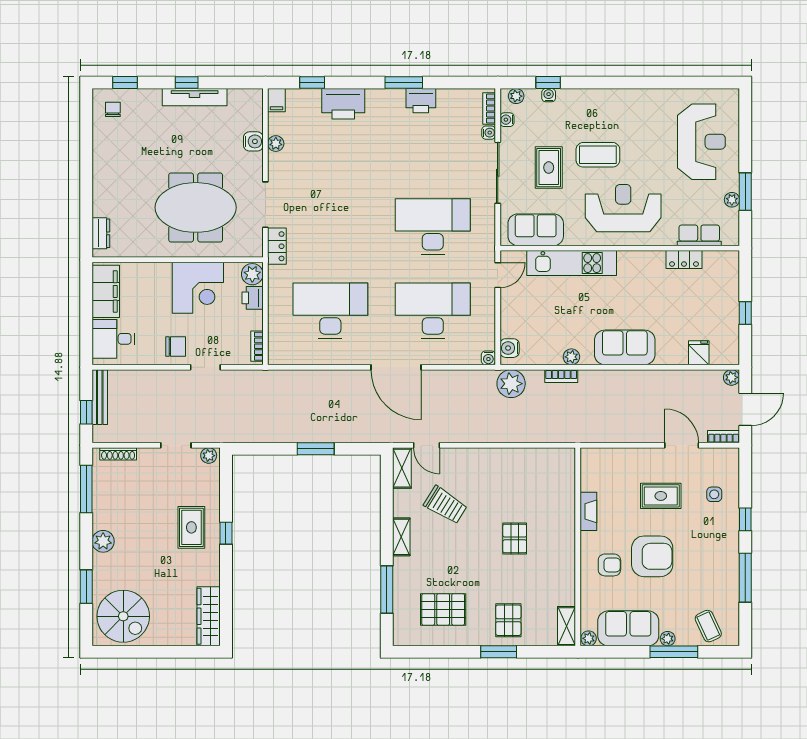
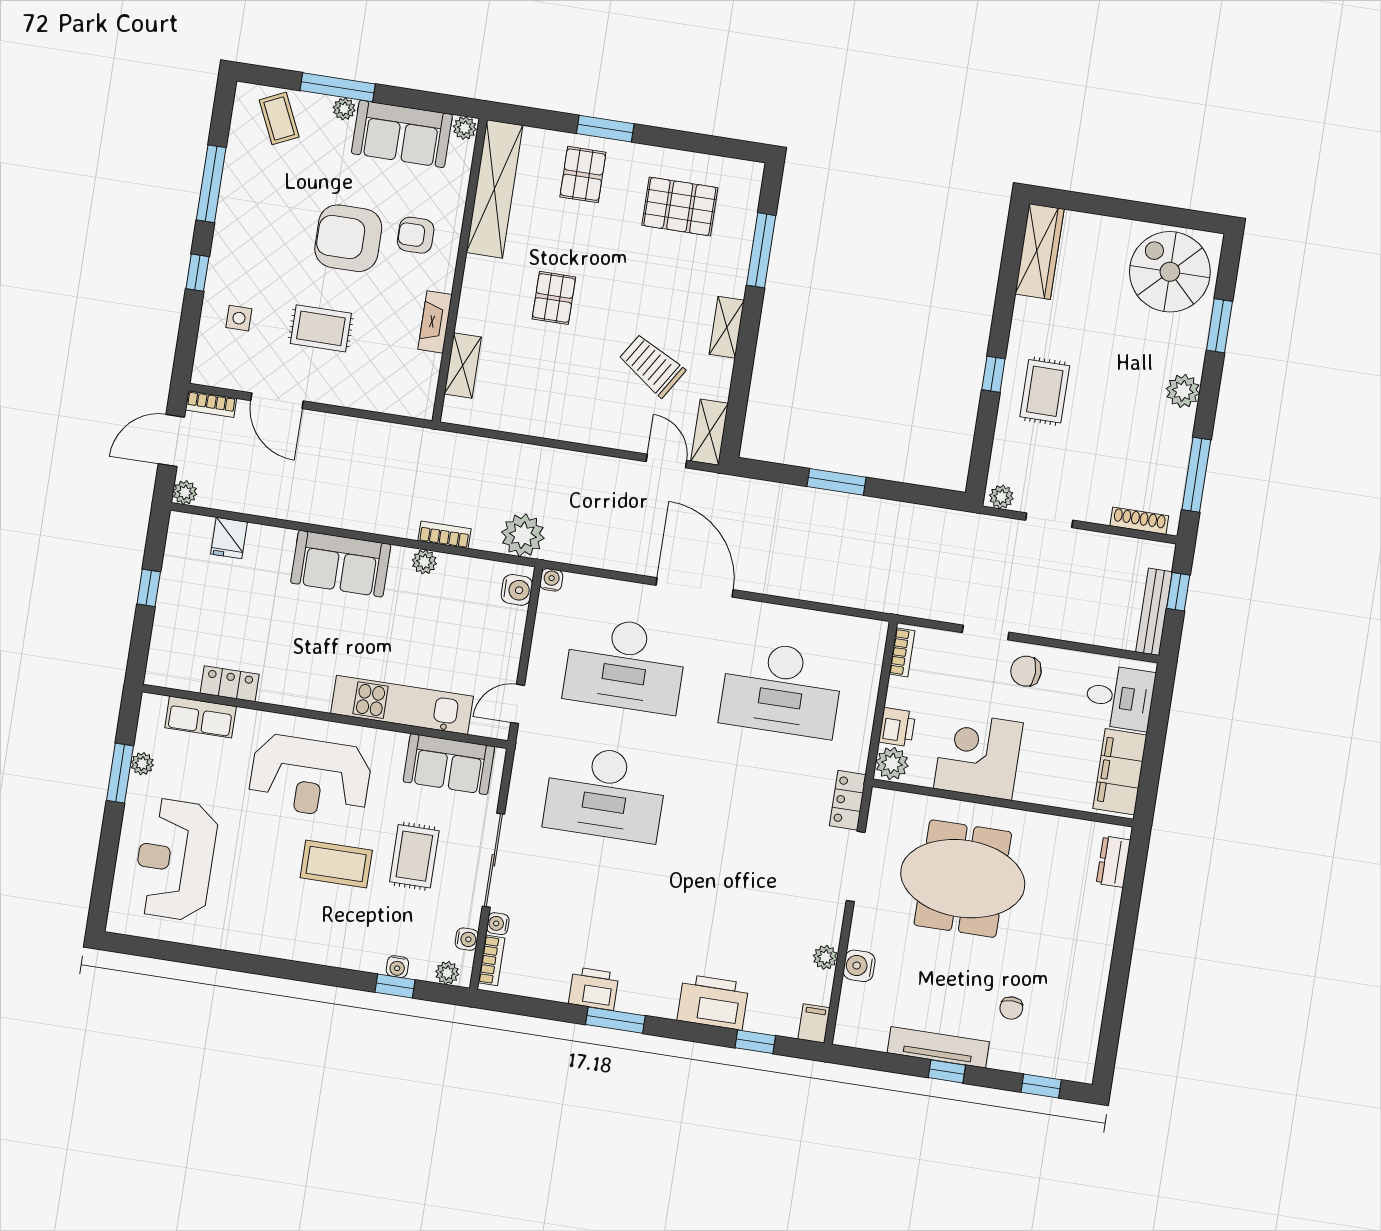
chair: (113, 109) -> (1011, 1008), moved
shelving: (566, 486) -> (463, 365), added
shelving: (566, 626) -> (494, 189), width x2.20, depth x1.33

